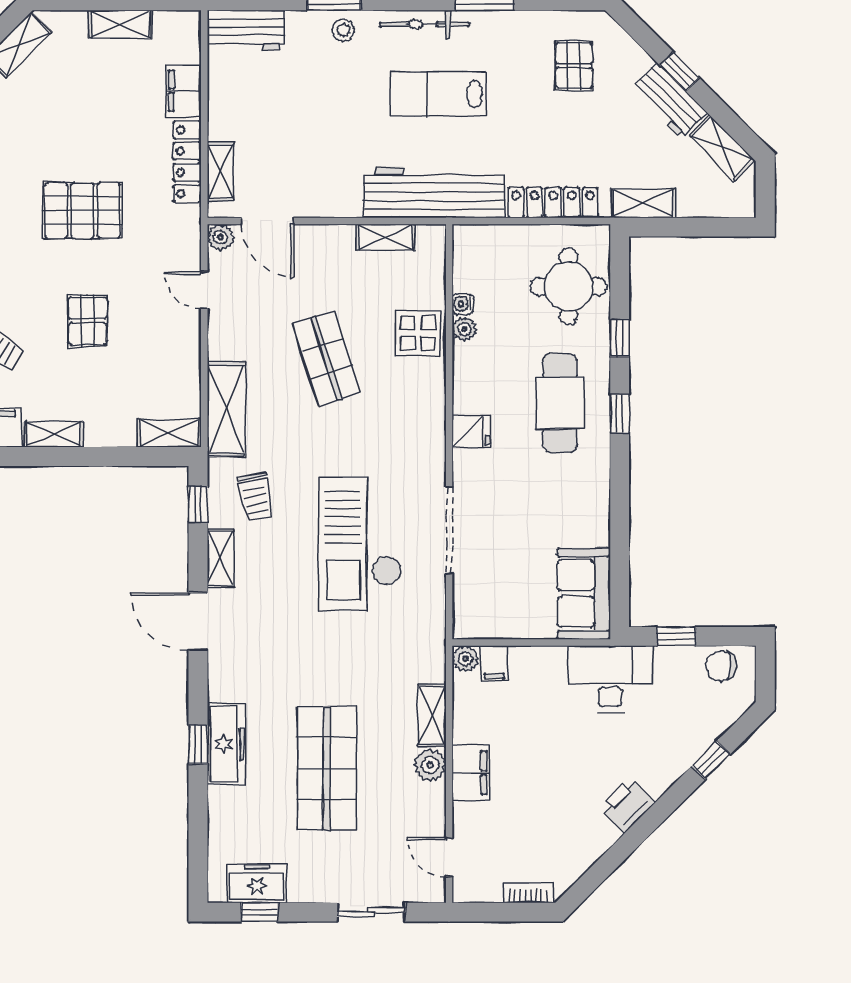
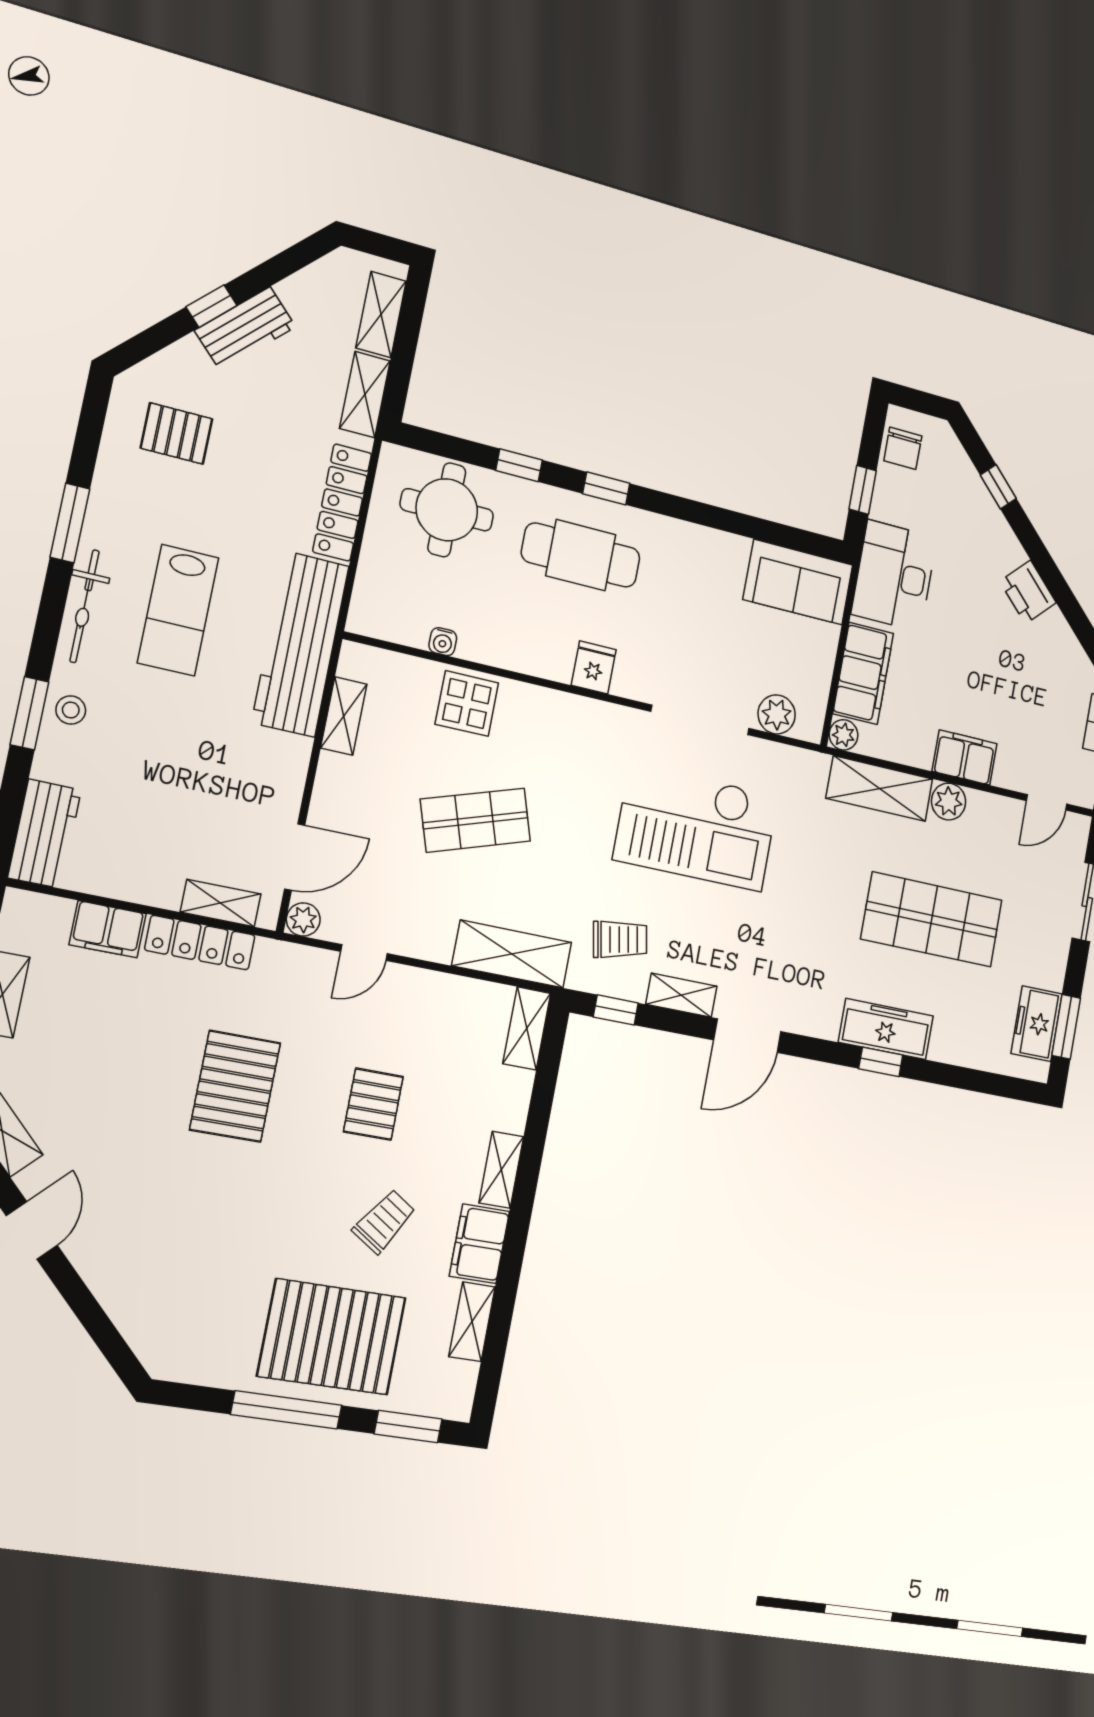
shelving: (722, 148) -> (381, 315), moved, turned -45
pallet: (88, 321) -> (373, 1104), turned 90
plant: (464, 329) -> (777, 714), moved, width x1.38, depth x1.38
filing cabinet: (494, 664) -> (863, 673), width x3.00, depth x1.17
shelving: (432, 715) -> (879, 789), width x1.50, depth x1.33
window: (259, 912) -> (1066, 1027), width x1.50

